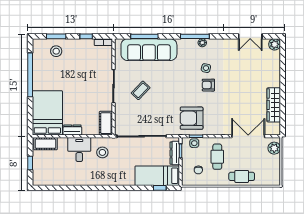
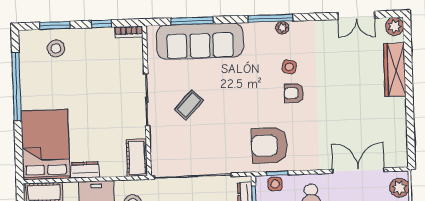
wardrobe: (274, 105) -> (395, 70), moved

